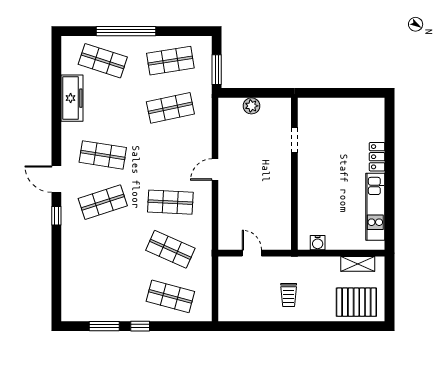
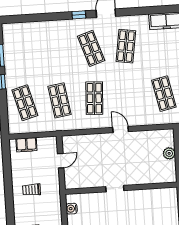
doorway: (294, 140) -> (115, 189), moved
shop shelf: (170, 249) -> (60, 100), turned -33
shop shelf: (170, 296) -> (25, 103), turned -30
filing cabinet: (227, 298) -> (26, 145), added

